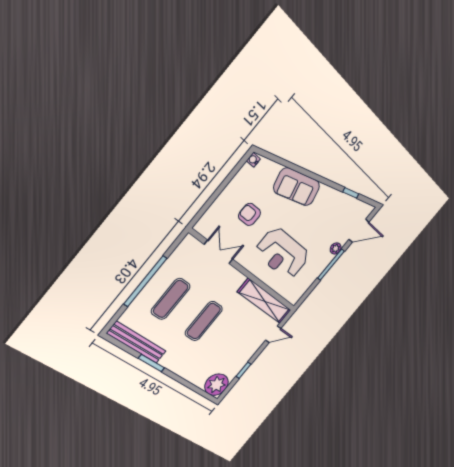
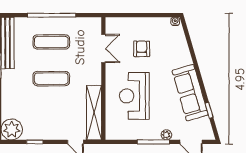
sofa: (297, 187) -> (190, 93), moved, width x1.36

